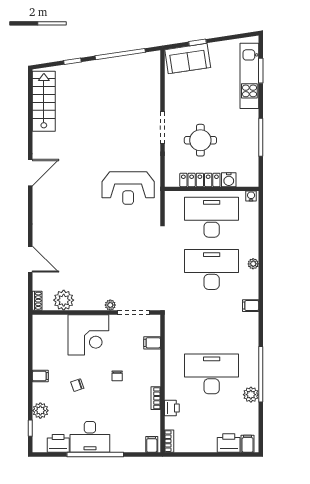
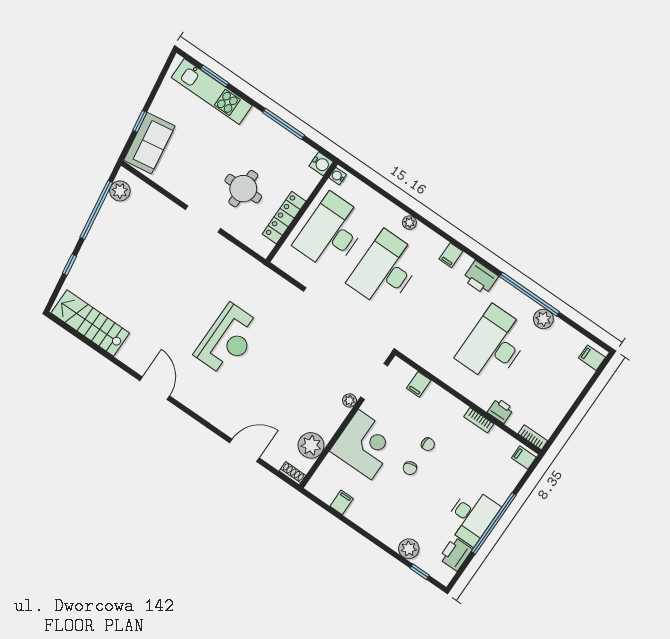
plant: (143, 61) -> (120, 191), added
water cooler: (229, 180) -> (321, 164), moved
reception desk: (128, 188) -> (228, 340), moved
filing cabinet: (40, 376) -> (342, 502), moved
chair: (77, 385) -> (410, 468), moved
printer: (229, 443) -> (480, 278), moved, turned -90

